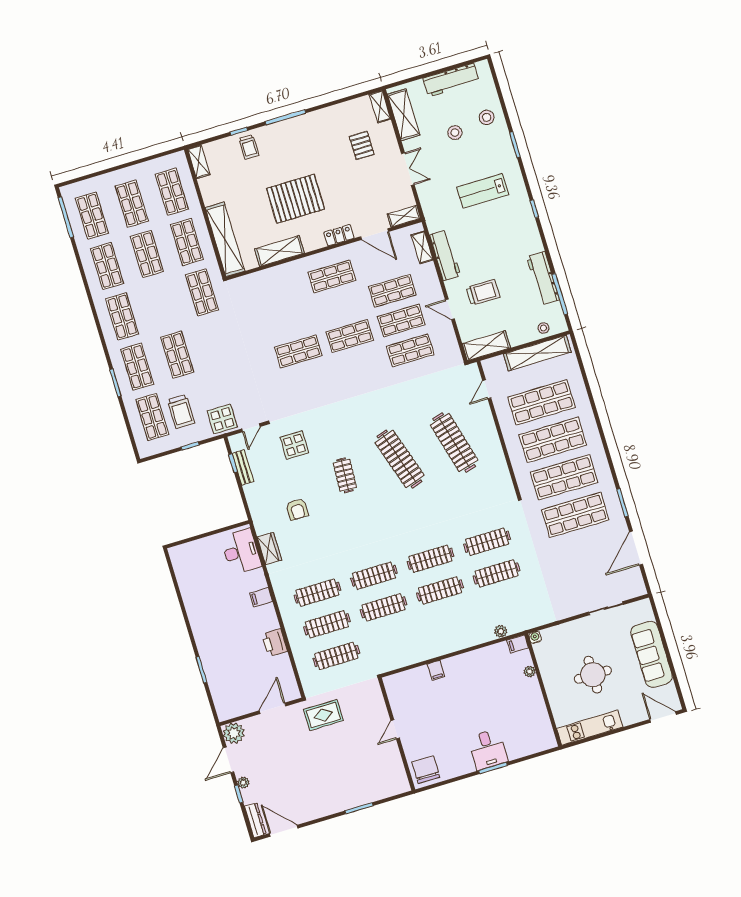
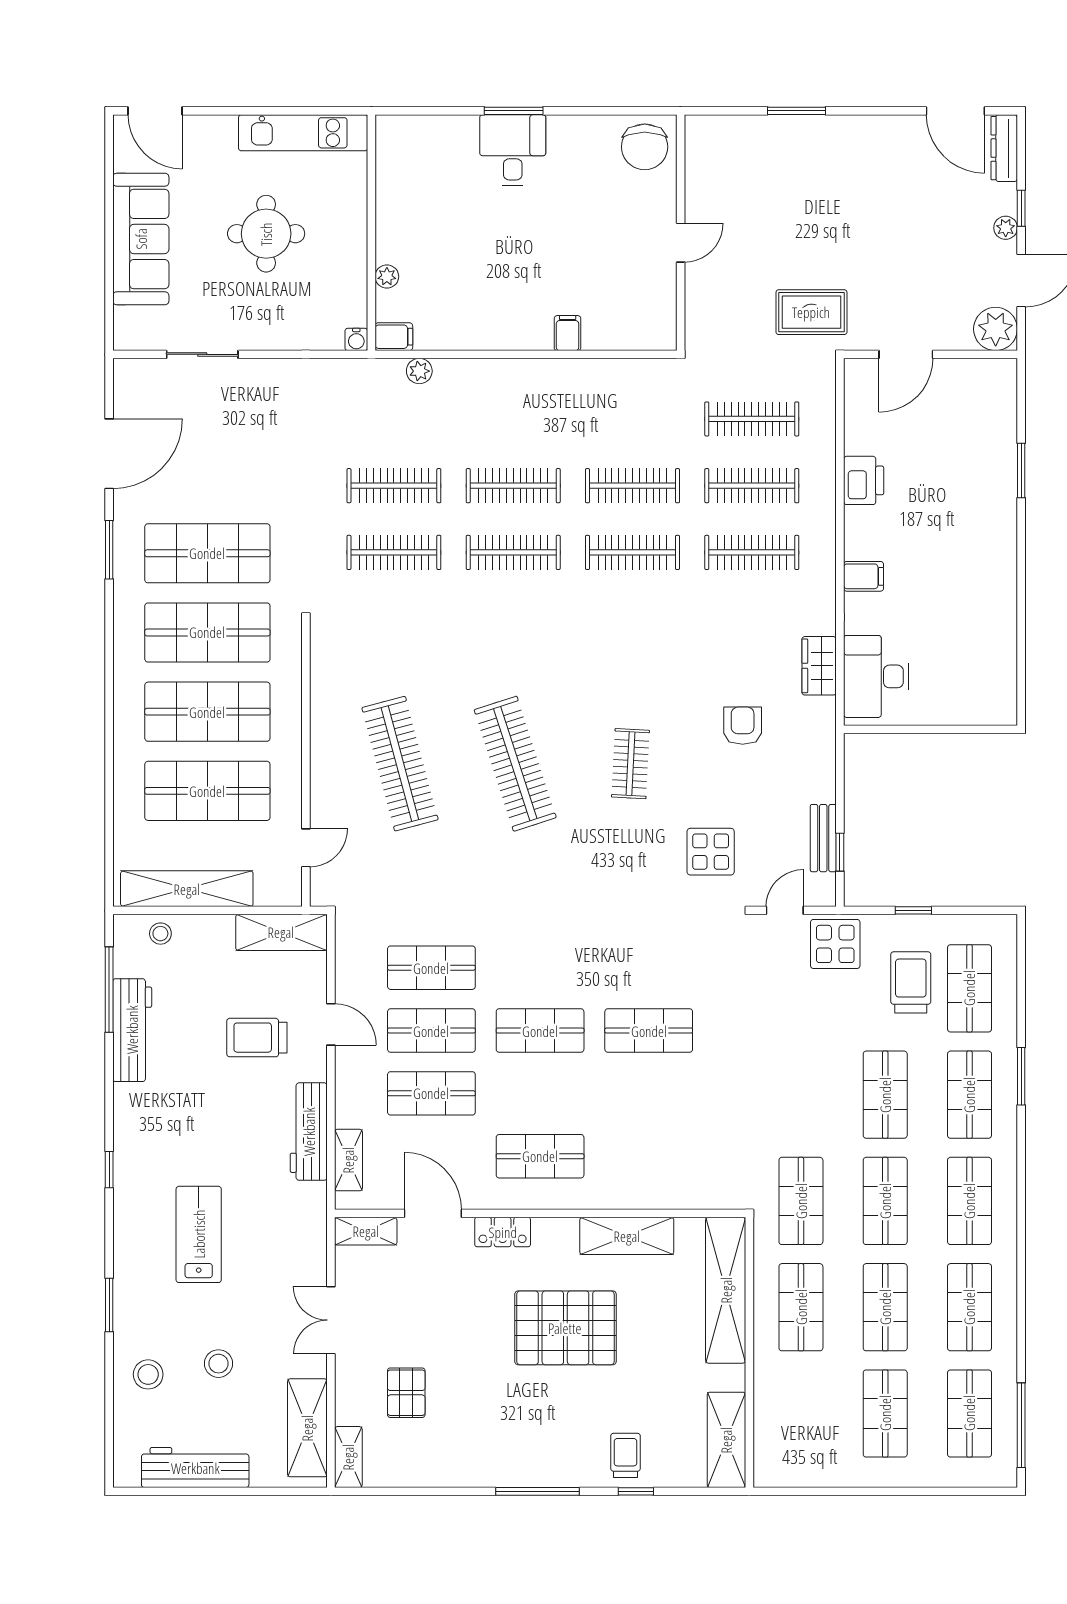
shelving: (199, 162) -> (726, 1440), width x1.50, depth x1.33
lab bench: (483, 191) -> (199, 1234), turned -90
shop shelf: (172, 192) -> (885, 1201), moved

